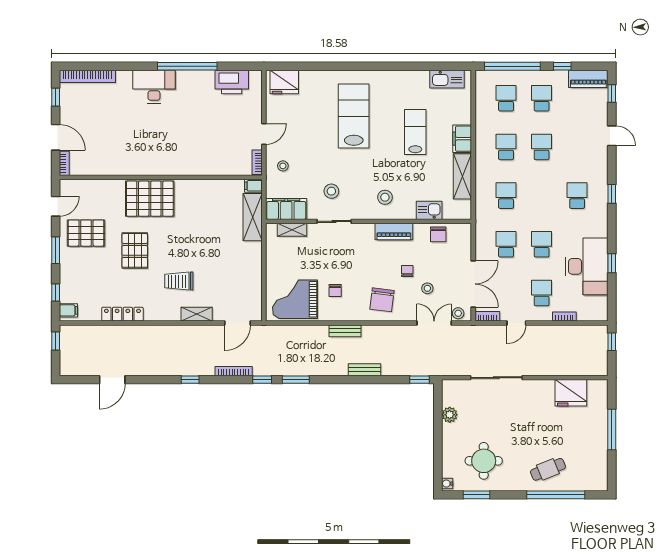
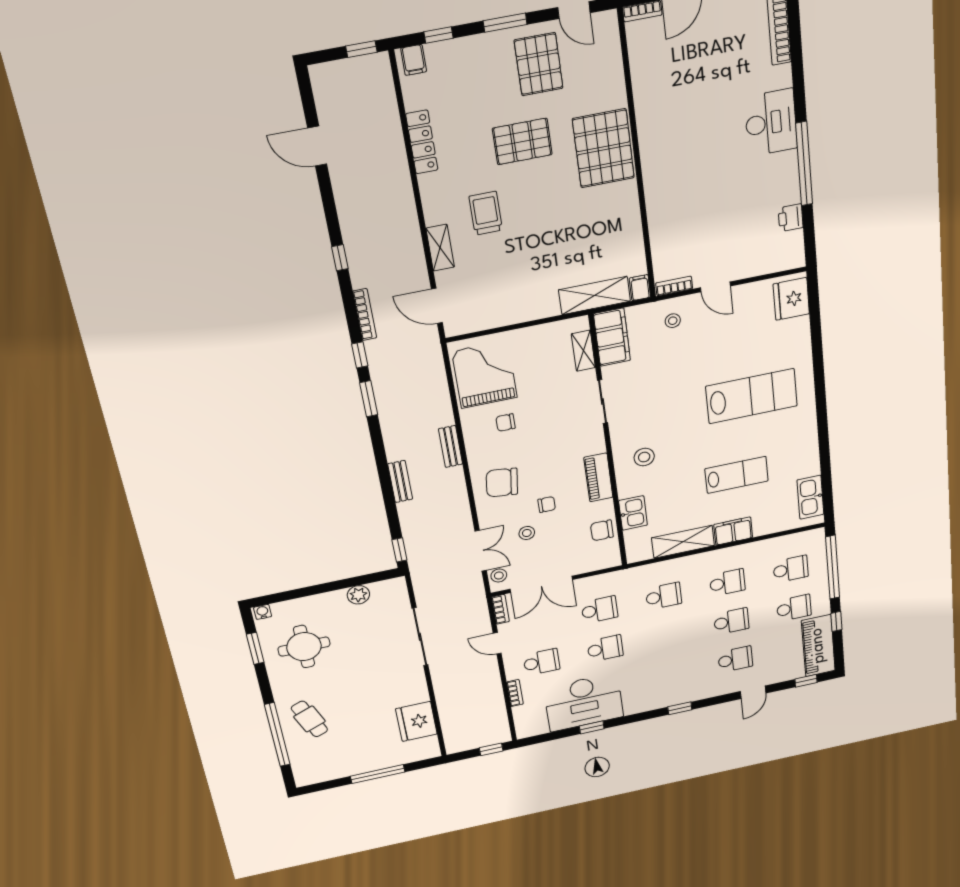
piano: (588, 79) -> (818, 646), width x1.37, depth x1.33
printer: (232, 82) -> (791, 218), width x0.53, depth x0.68
stool: (331, 191) -> (644, 390), removed
school desk: (577, 196) -> (735, 659), moved

